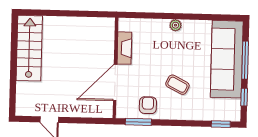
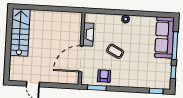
sofa: (227, 59) -> (164, 37), width x0.74, depth x0.79
coffee table: (177, 85) -> (115, 51), moved

